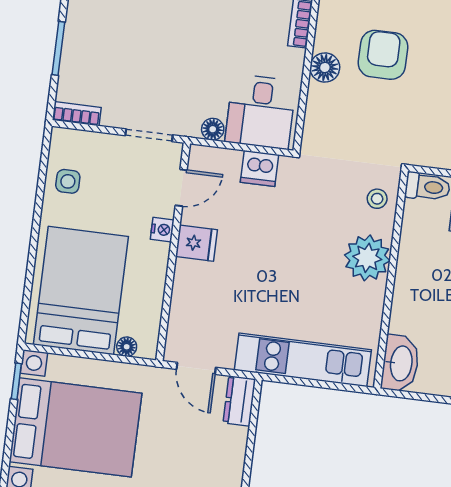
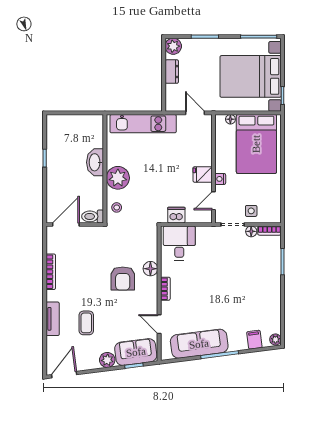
floor lamp: (213, 129) -> (251, 231), moved
side table: (68, 181) -> (251, 211), moved
washbasin: (400, 363) -> (95, 162), moved
dresser: (239, 401) -> (172, 72), moved

